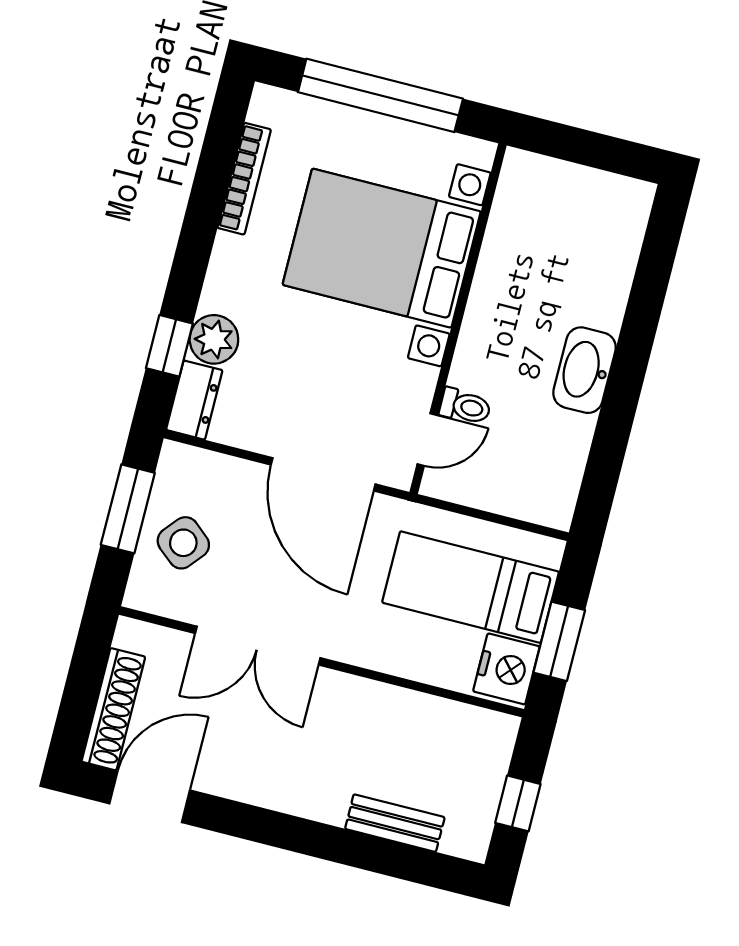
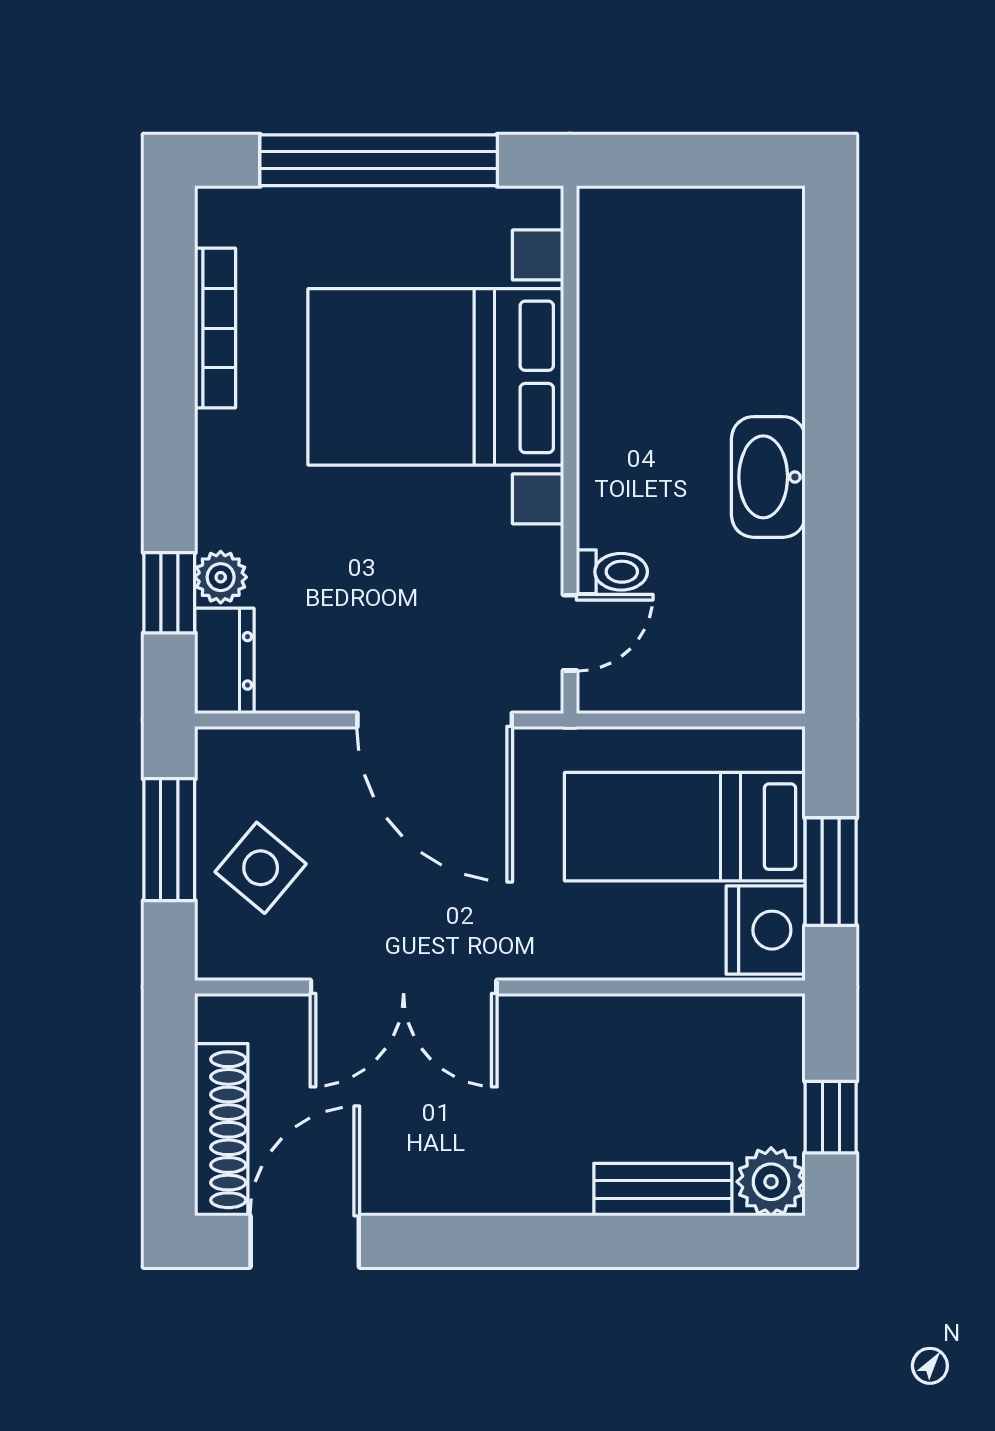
plant: (214, 339) -> (221, 577), width x0.73, depth x0.73
plant: (468, 836) -> (771, 1182), added

